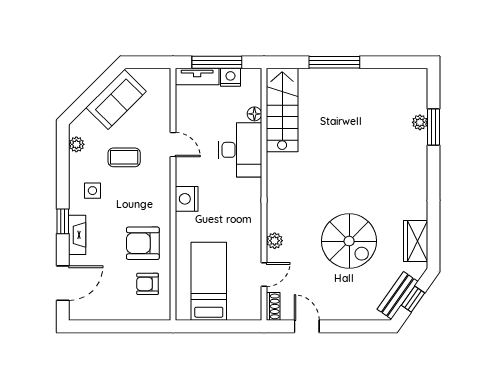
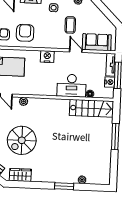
sofa: (116, 99) -> (97, 42), moved, turned 135
window: (434, 127) -> (64, 186), moved
door: (173, 145) -> (76, 51), swing flipped

